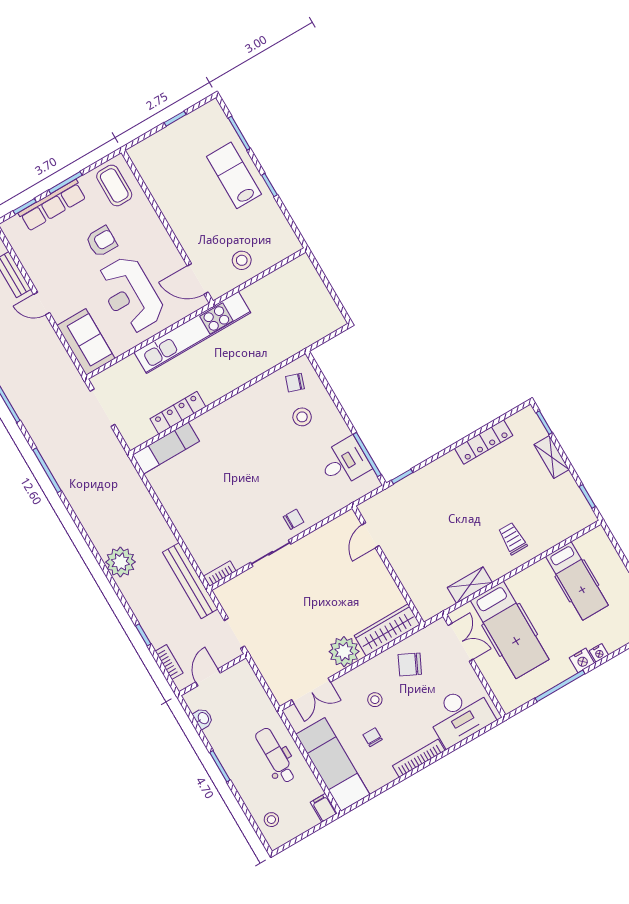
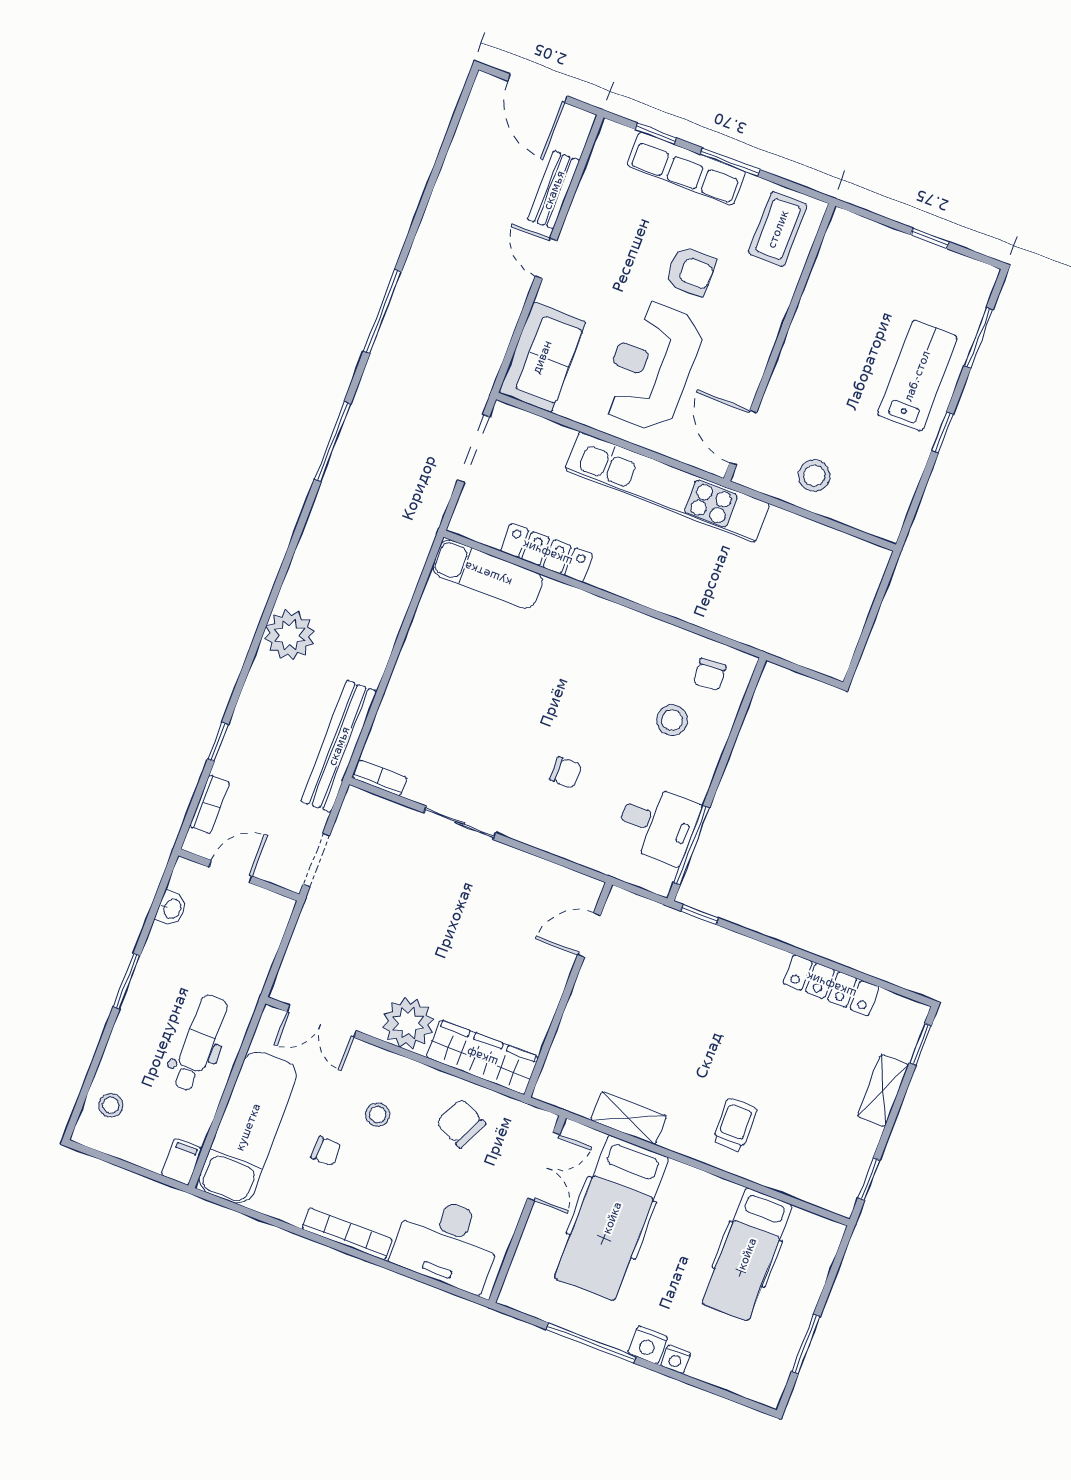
chair: (295, 383) -> (710, 675), turned -113
chair: (294, 519) -> (566, 772), moved
chair: (373, 737) -> (326, 1151), turned 91

